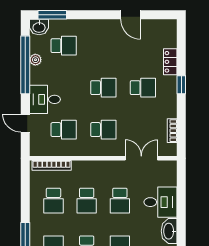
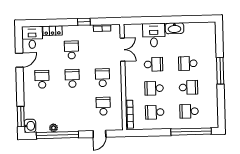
school desk: (64, 46) -> (42, 79), moved
window: (181, 85) -> (84, 22), moved
desk: (45, 99) -> (32, 37), moved, turned 180
double door: (141, 158) -> (122, 50), swing flipped
school desk: (53, 201) -> (155, 112), turned 180
school desk: (87, 201) -> (154, 88), turned 180

